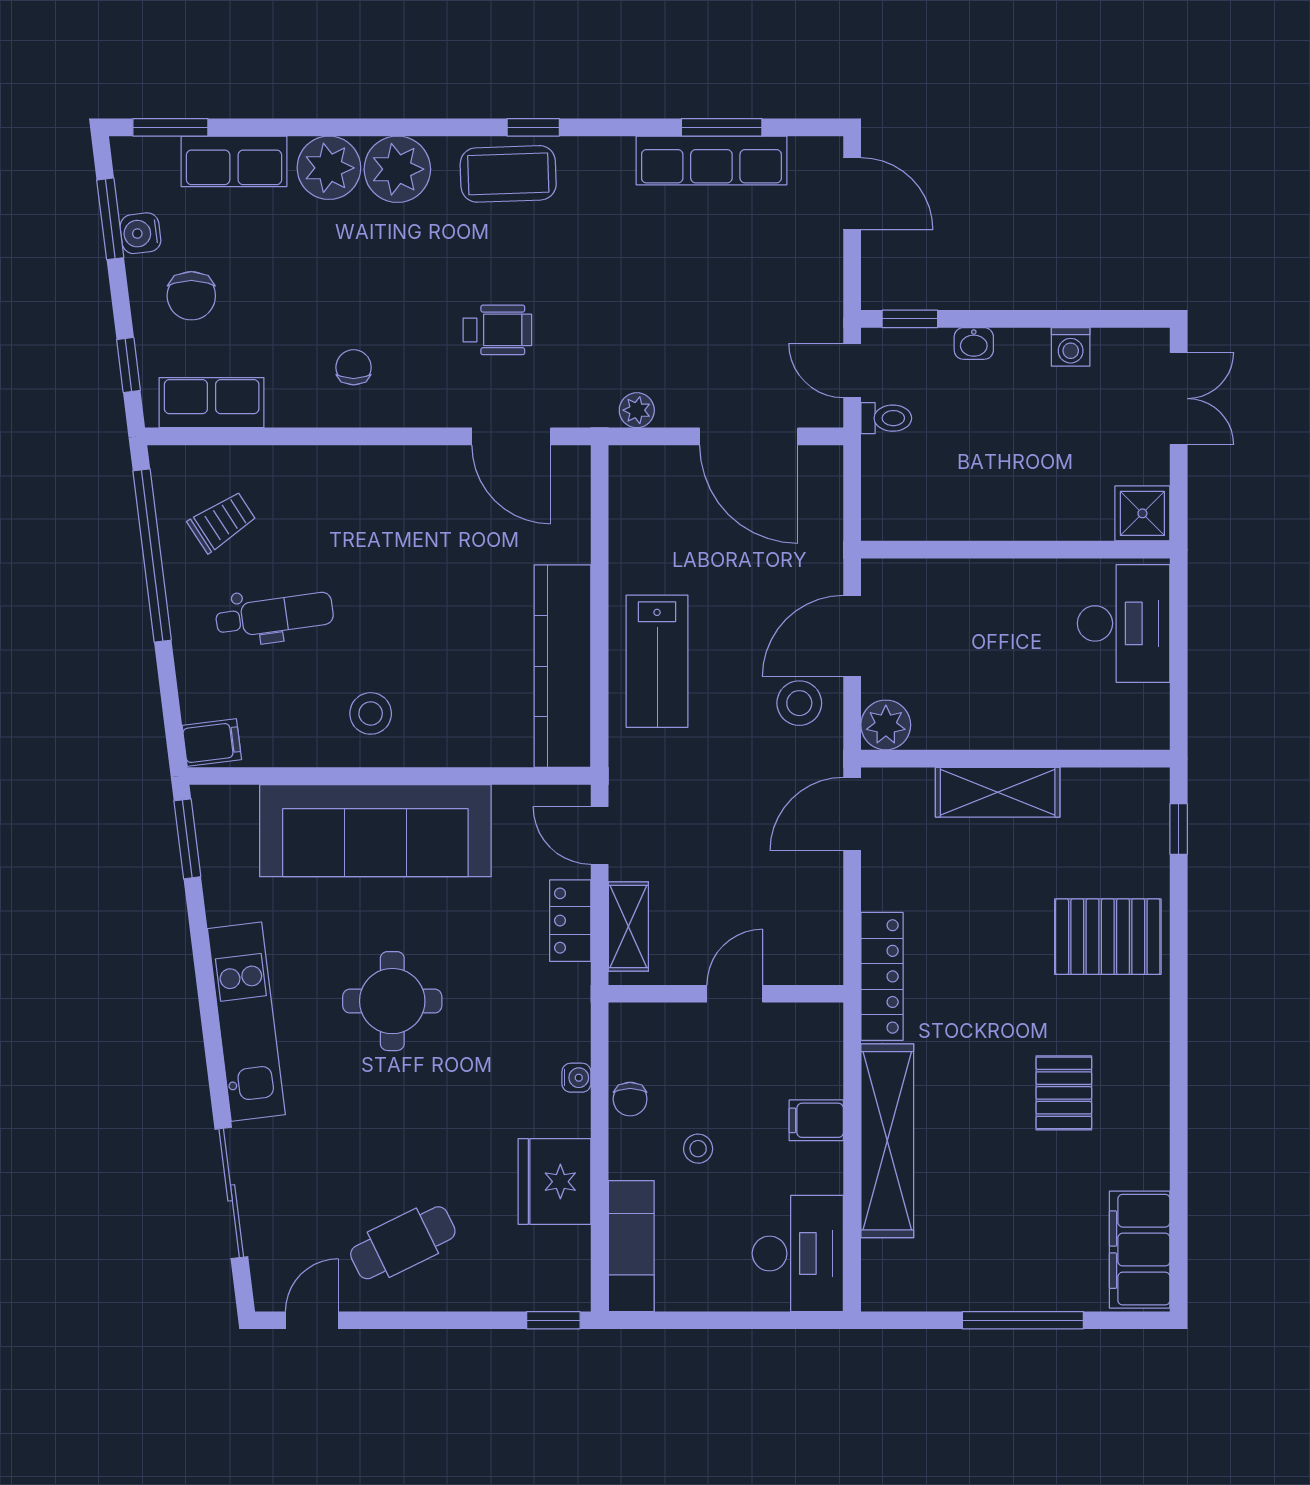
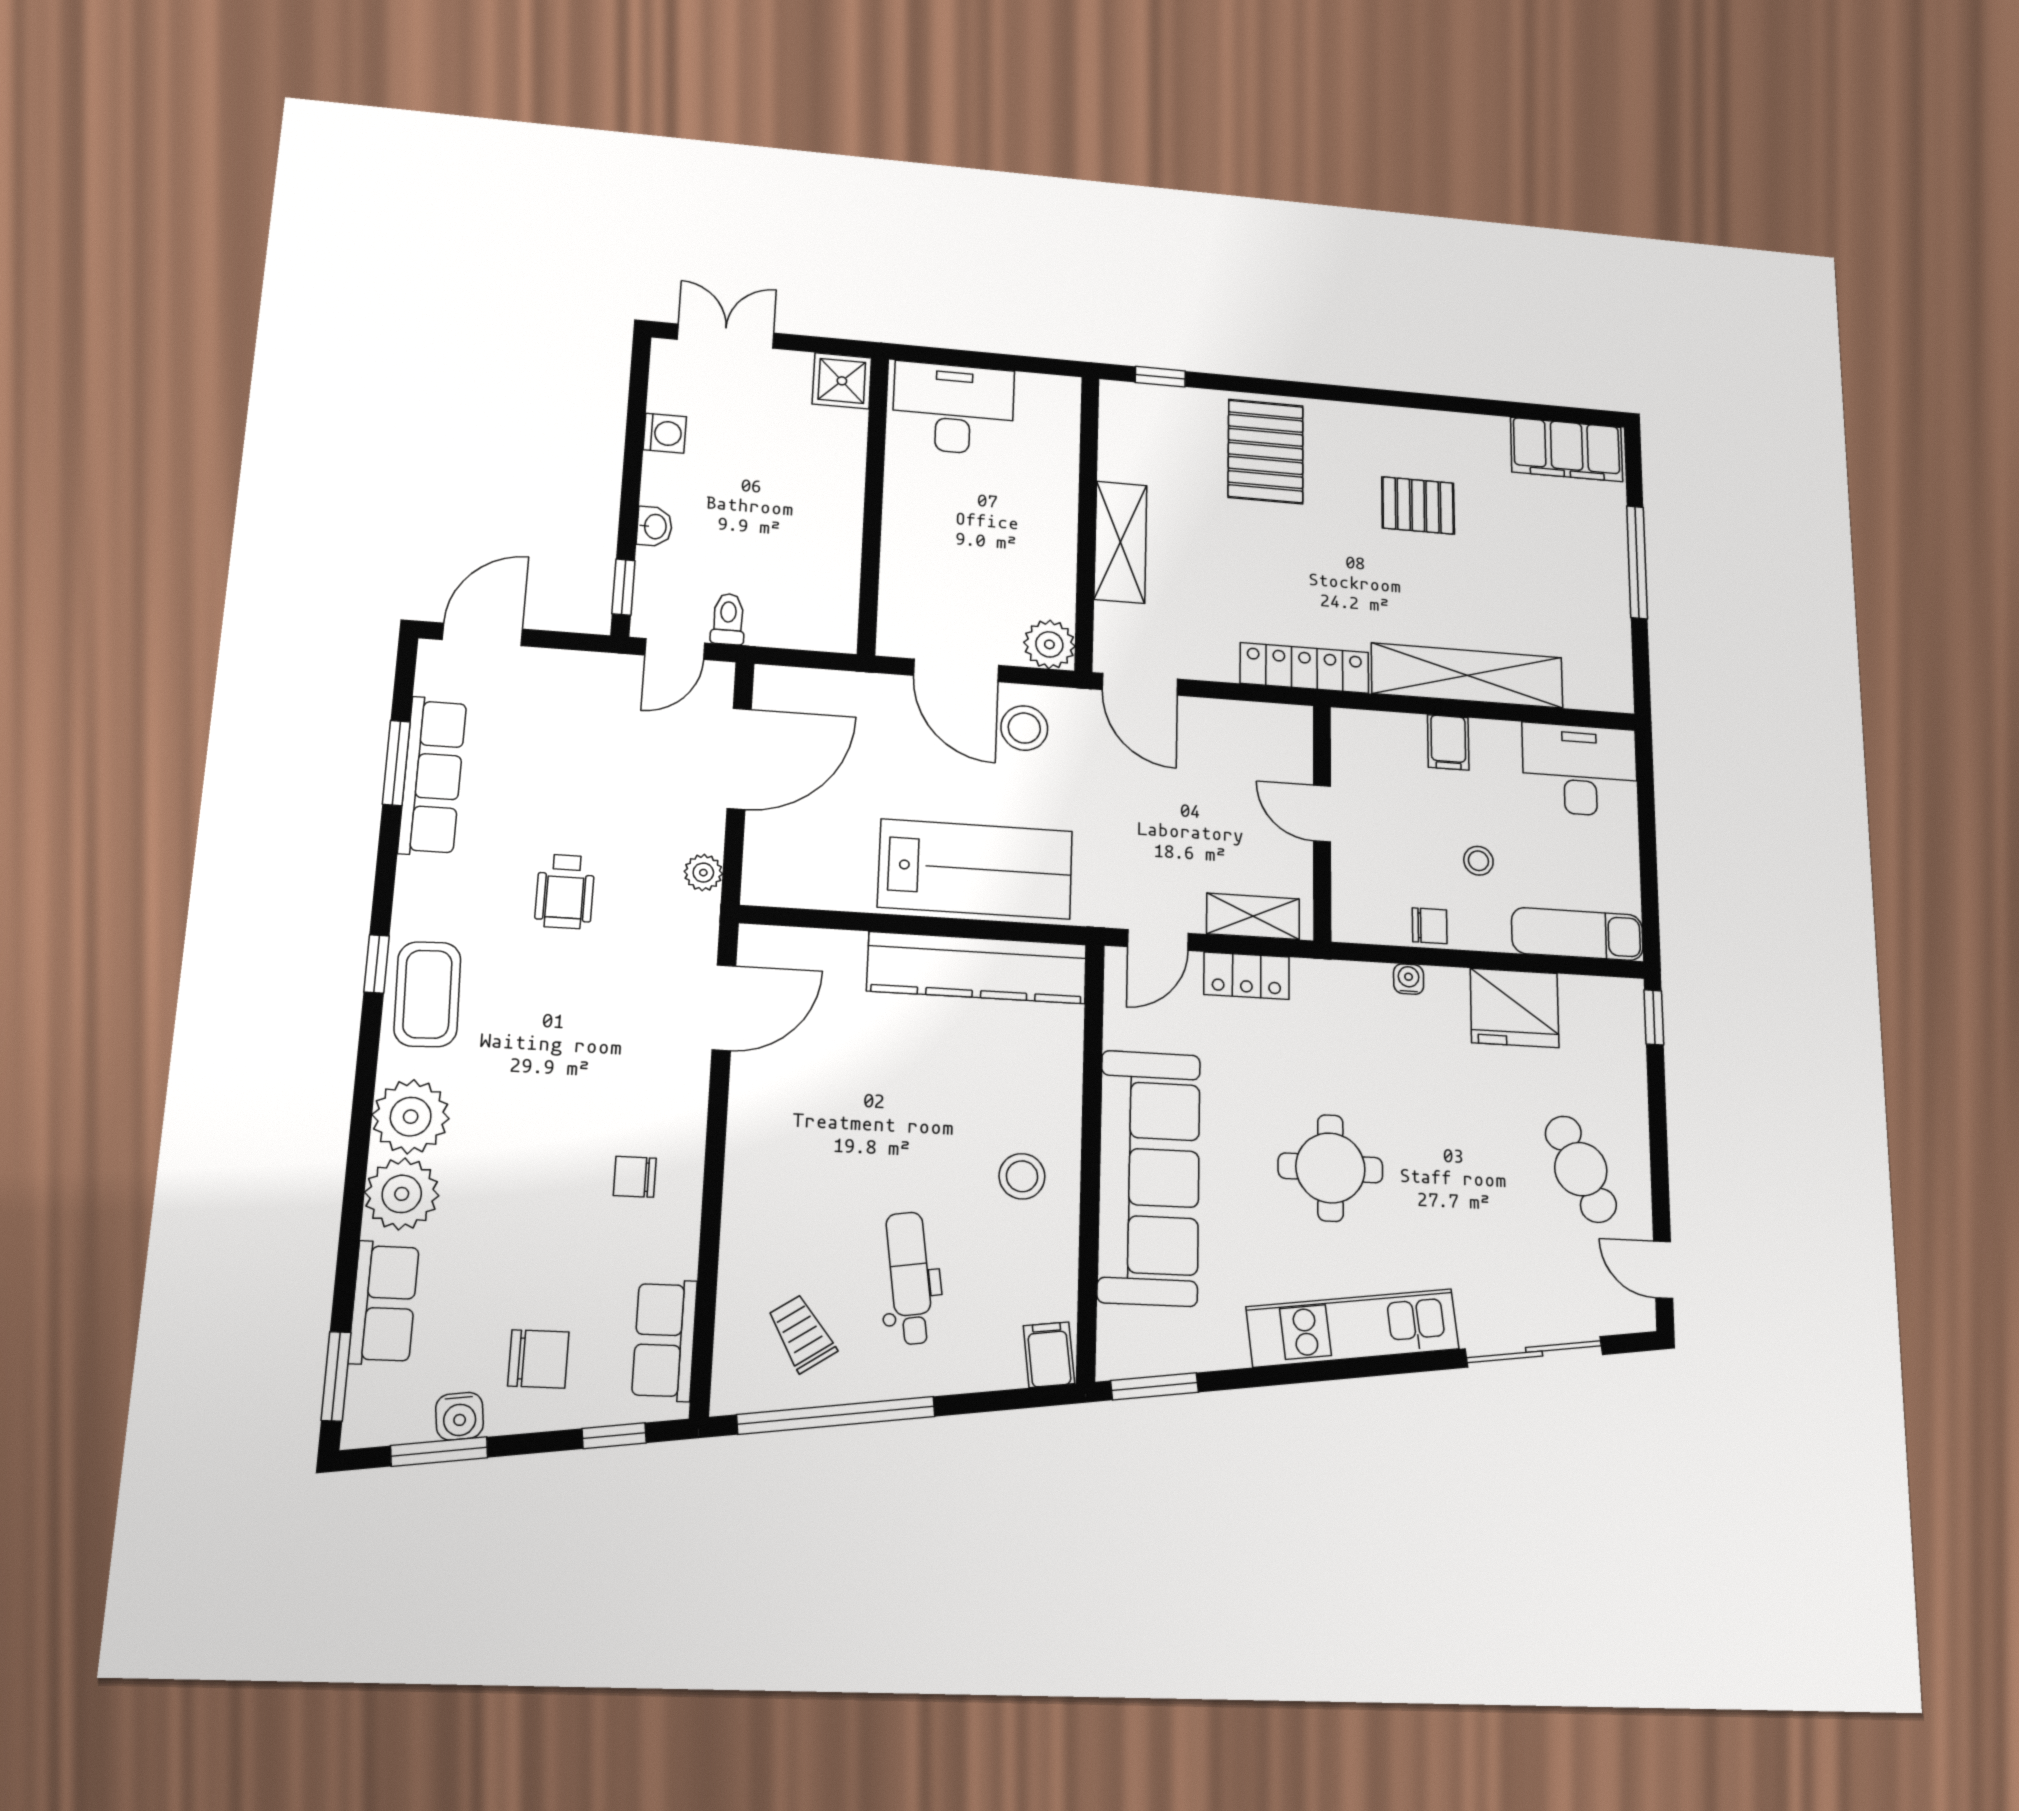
wheelchair: (497, 330) -> (565, 891), moved, turned 180
lab bench: (657, 661) -> (976, 869), width x1.36, depth x1.39

